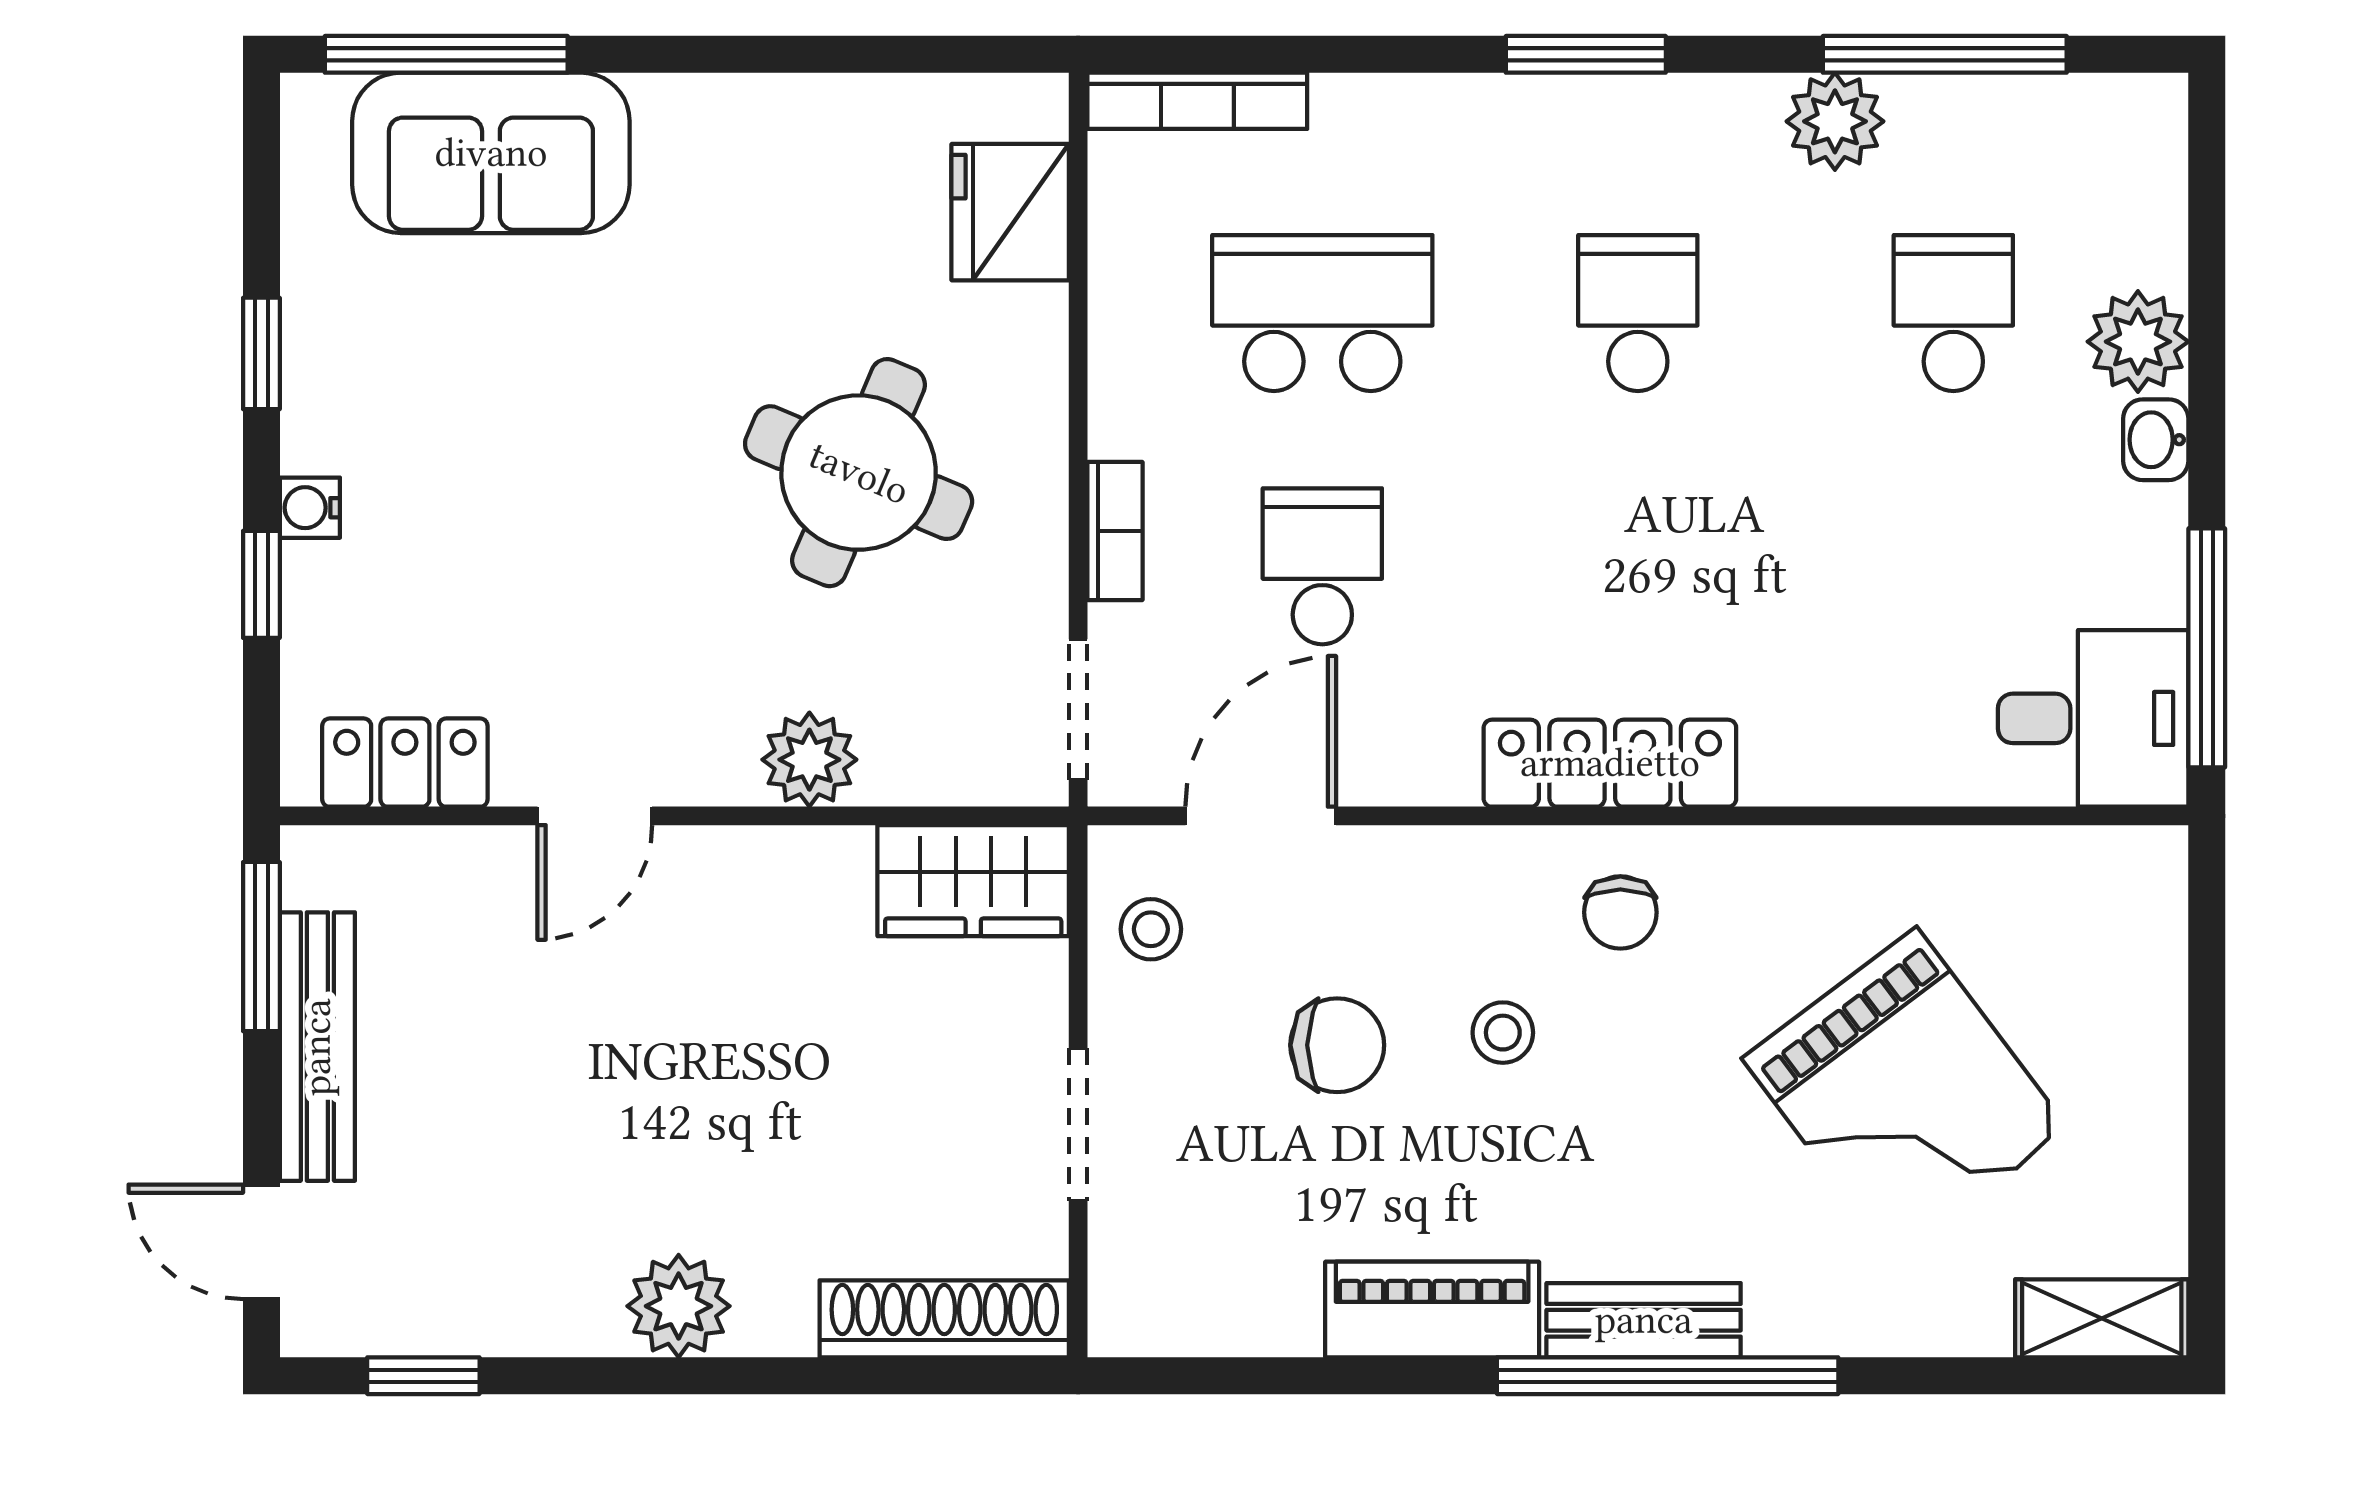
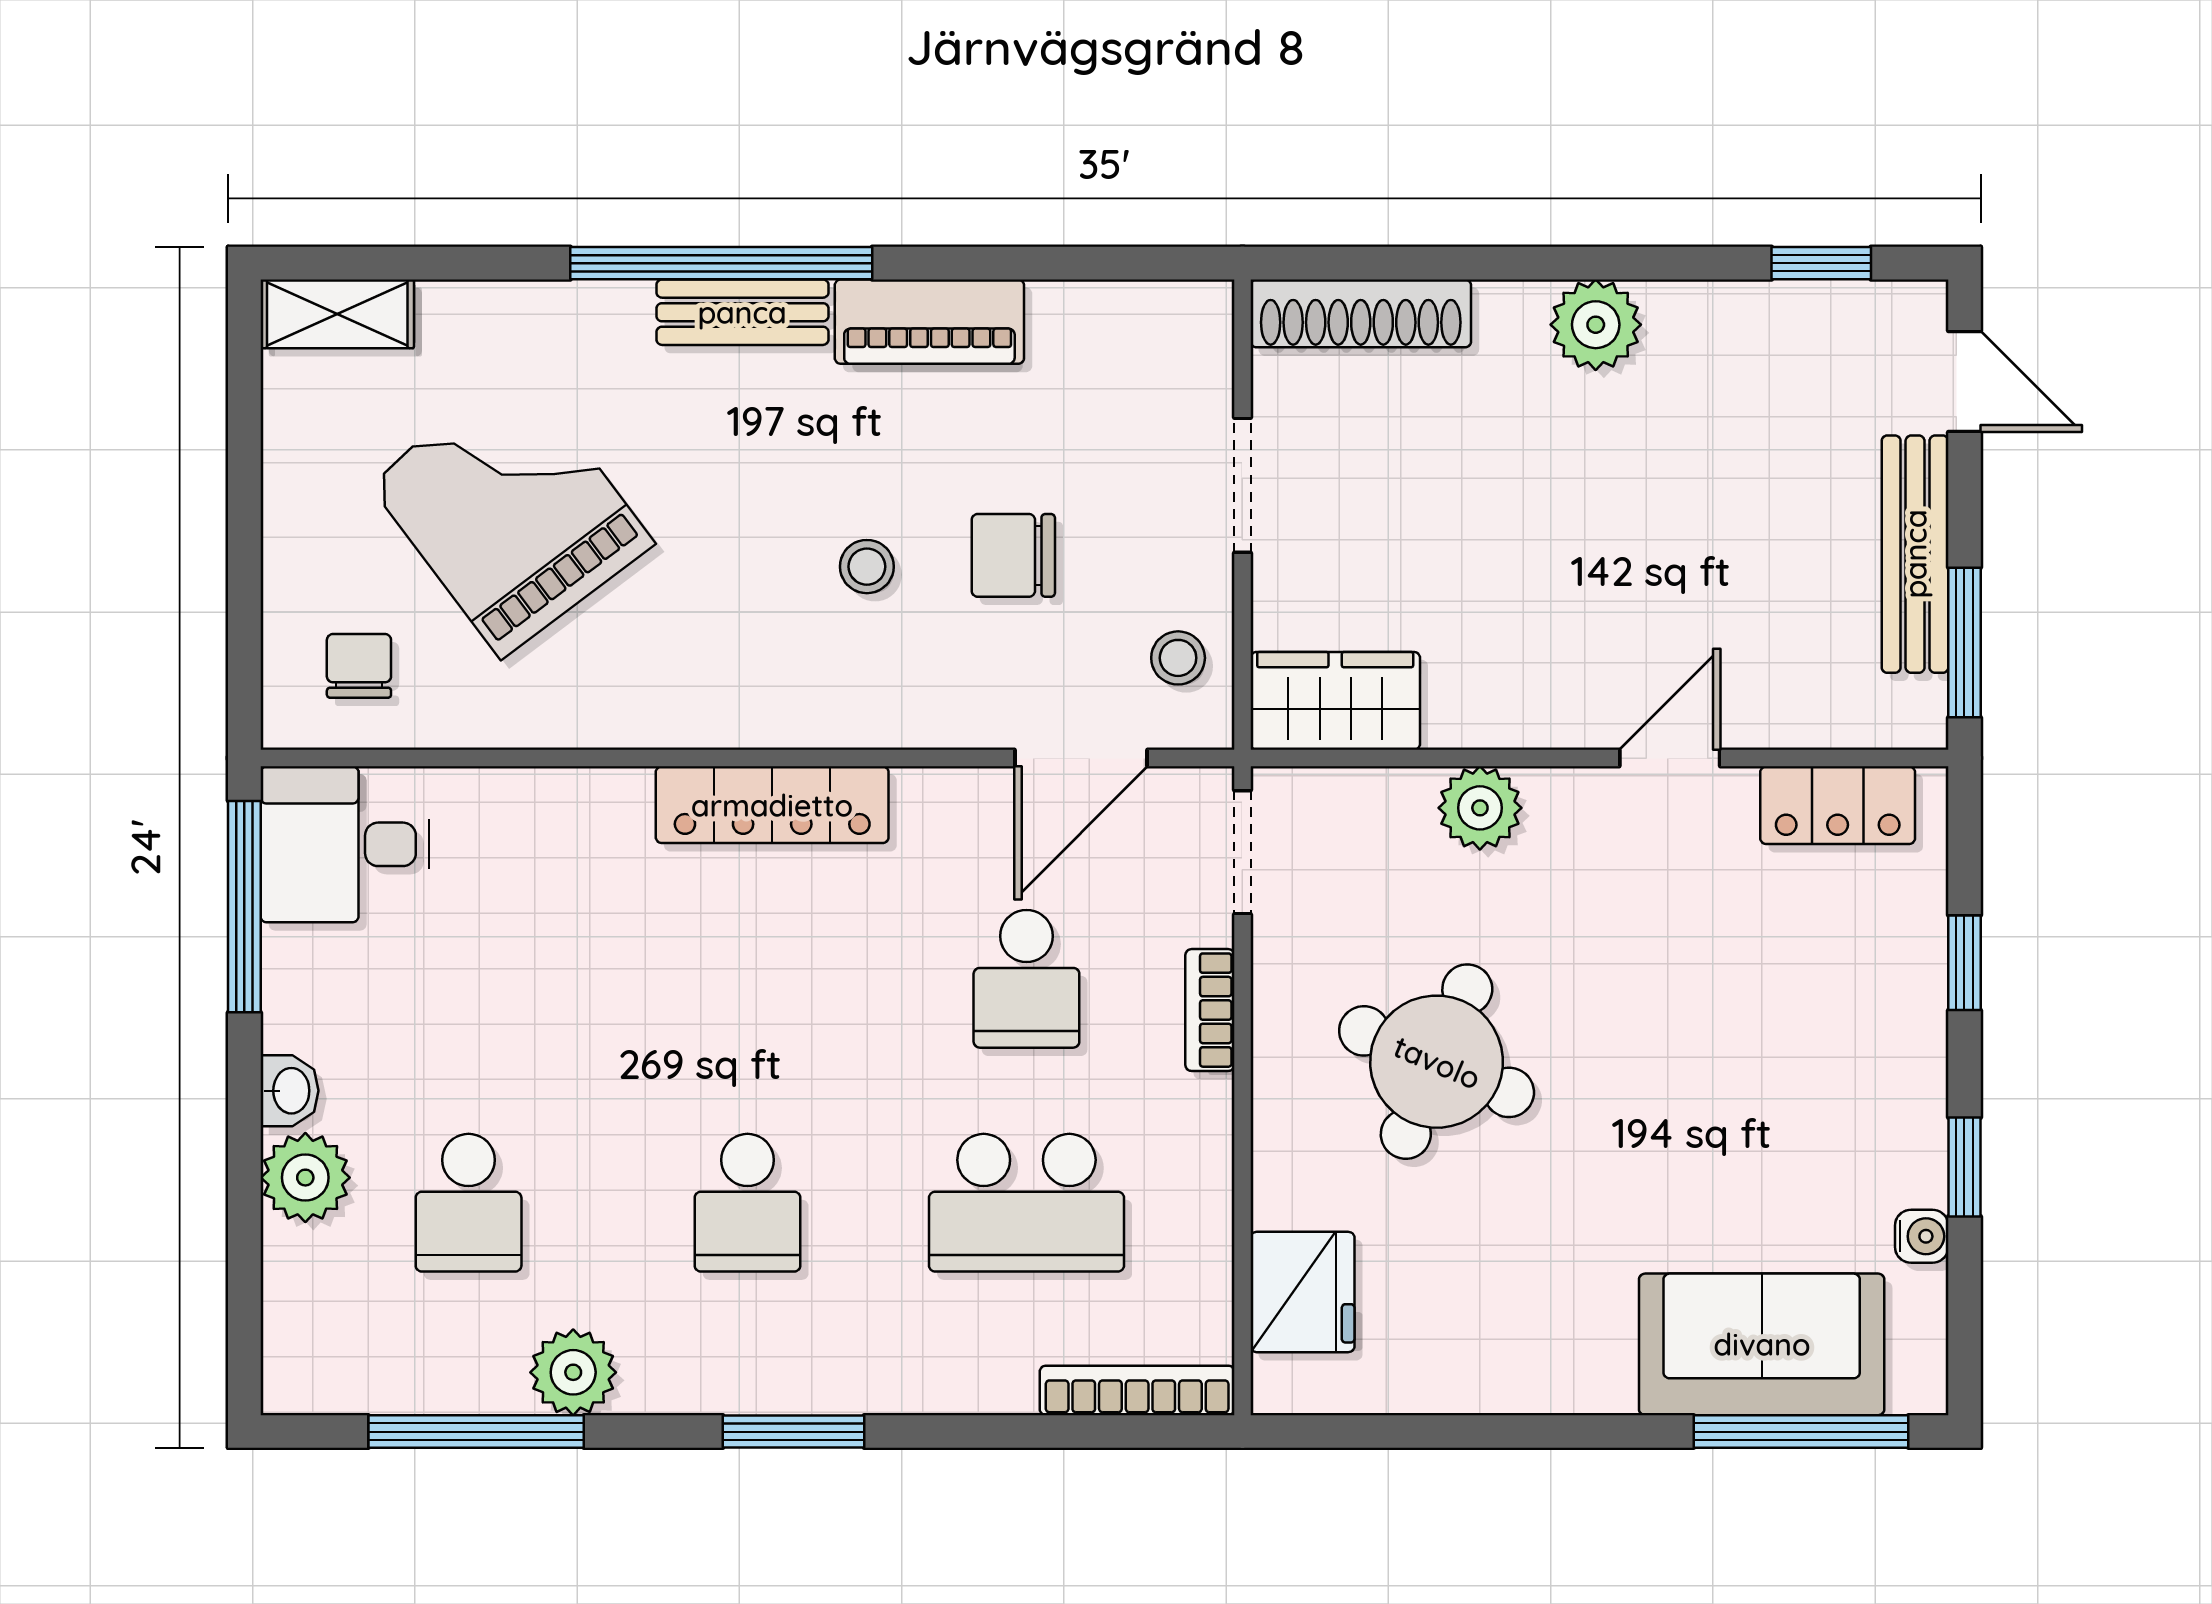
water cooler: (310, 508) -> (1922, 1236), moved
chair: (1620, 912) -> (359, 666), moved

